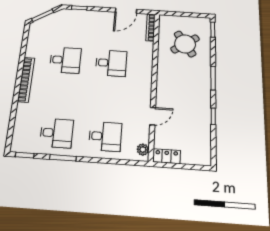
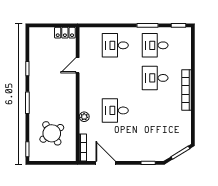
door: (126, 11) -> (106, 163), hinge flipped
desk: (65, 60) -> (155, 78), moved
plant: (143, 150) -> (84, 117), moved

